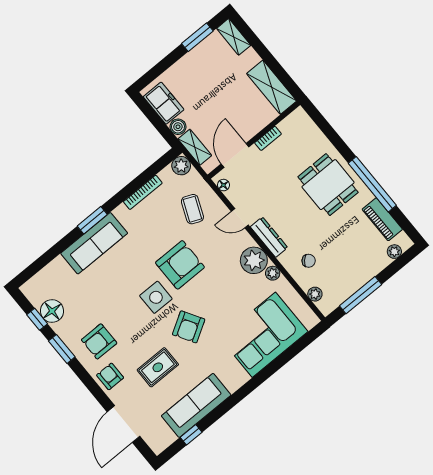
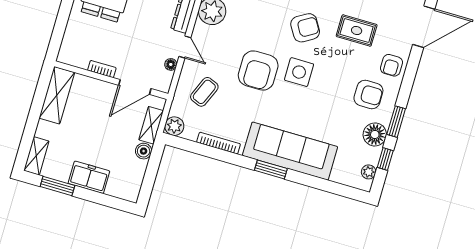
freezer: (164, 103) -> (89, 177), moved, turned 90
floor lamp: (223, 185) -> (171, 64), moved
sofa: (94, 243) -> (290, 151), width x1.36, depth x1.27
armchair: (180, 265) -> (258, 70), turned -90
plant: (36, 299) -> (369, 172), added
floor lamp: (52, 311) -> (375, 134), moved

